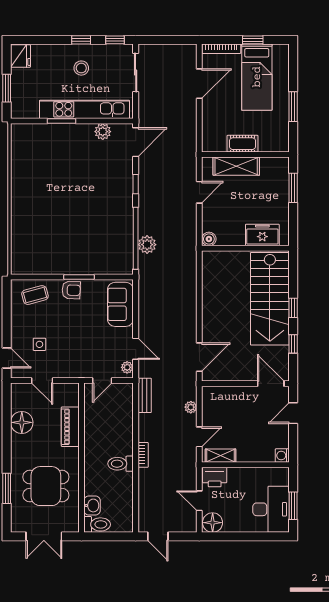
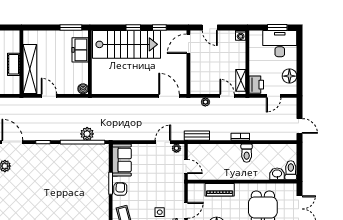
shelving: (236, 166) -> (30, 69), width x1.47
window: (293, 188) -> (71, 27), moved
sofa: (120, 304) -> (122, 160), moved, turned -90
floor lamp: (213, 523) -> (289, 76), moved
door: (158, 536) -> (300, 126), hinge flipped

